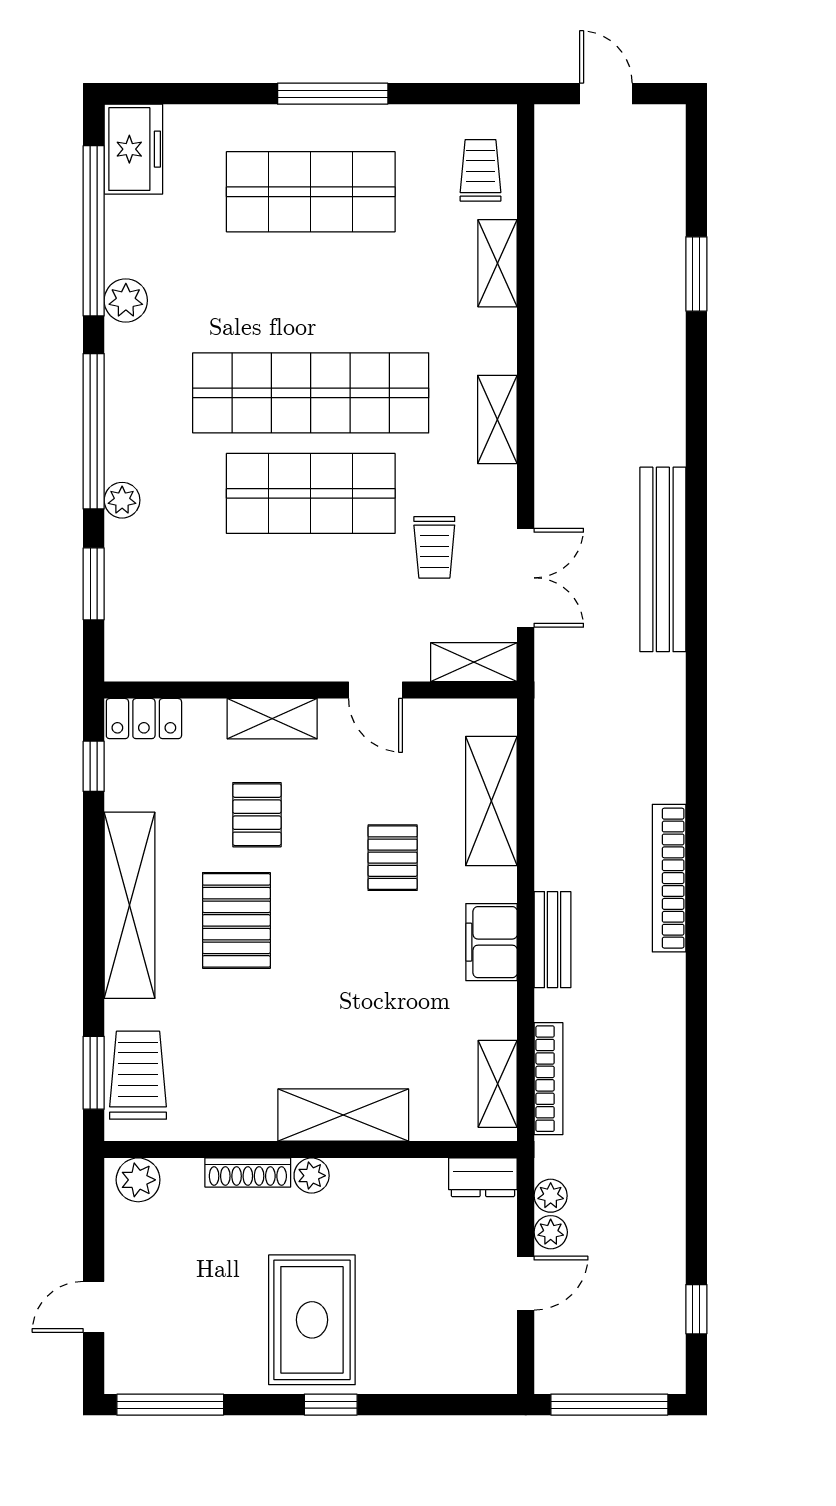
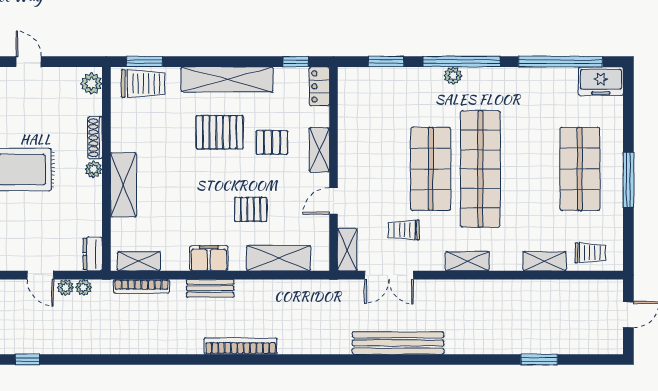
plant: (126, 300) -> (526, 77), removed
plant: (122, 500) -> (453, 76), moved

